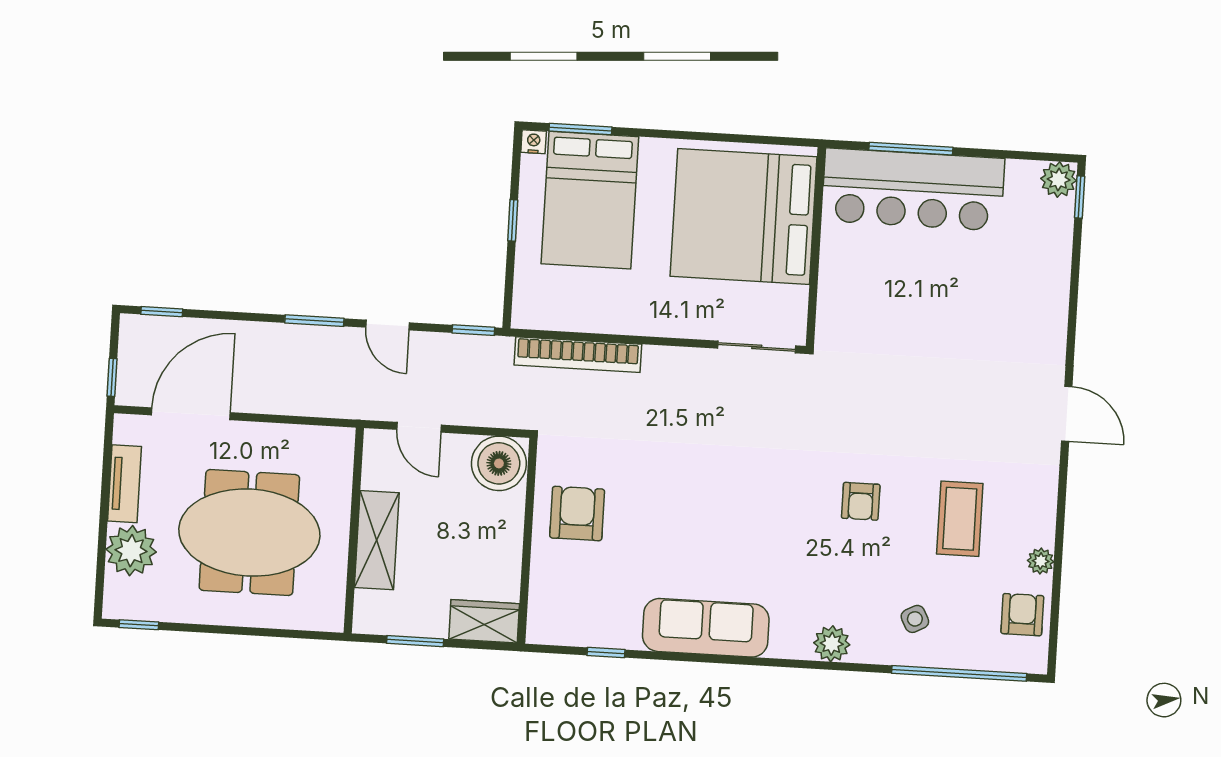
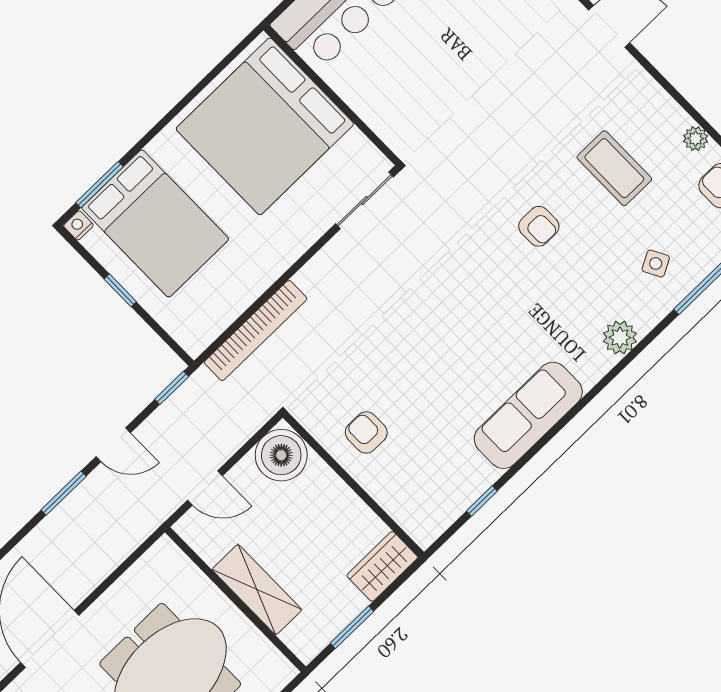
armchair: (577, 514) -> (366, 432), width x0.72, depth x0.72

